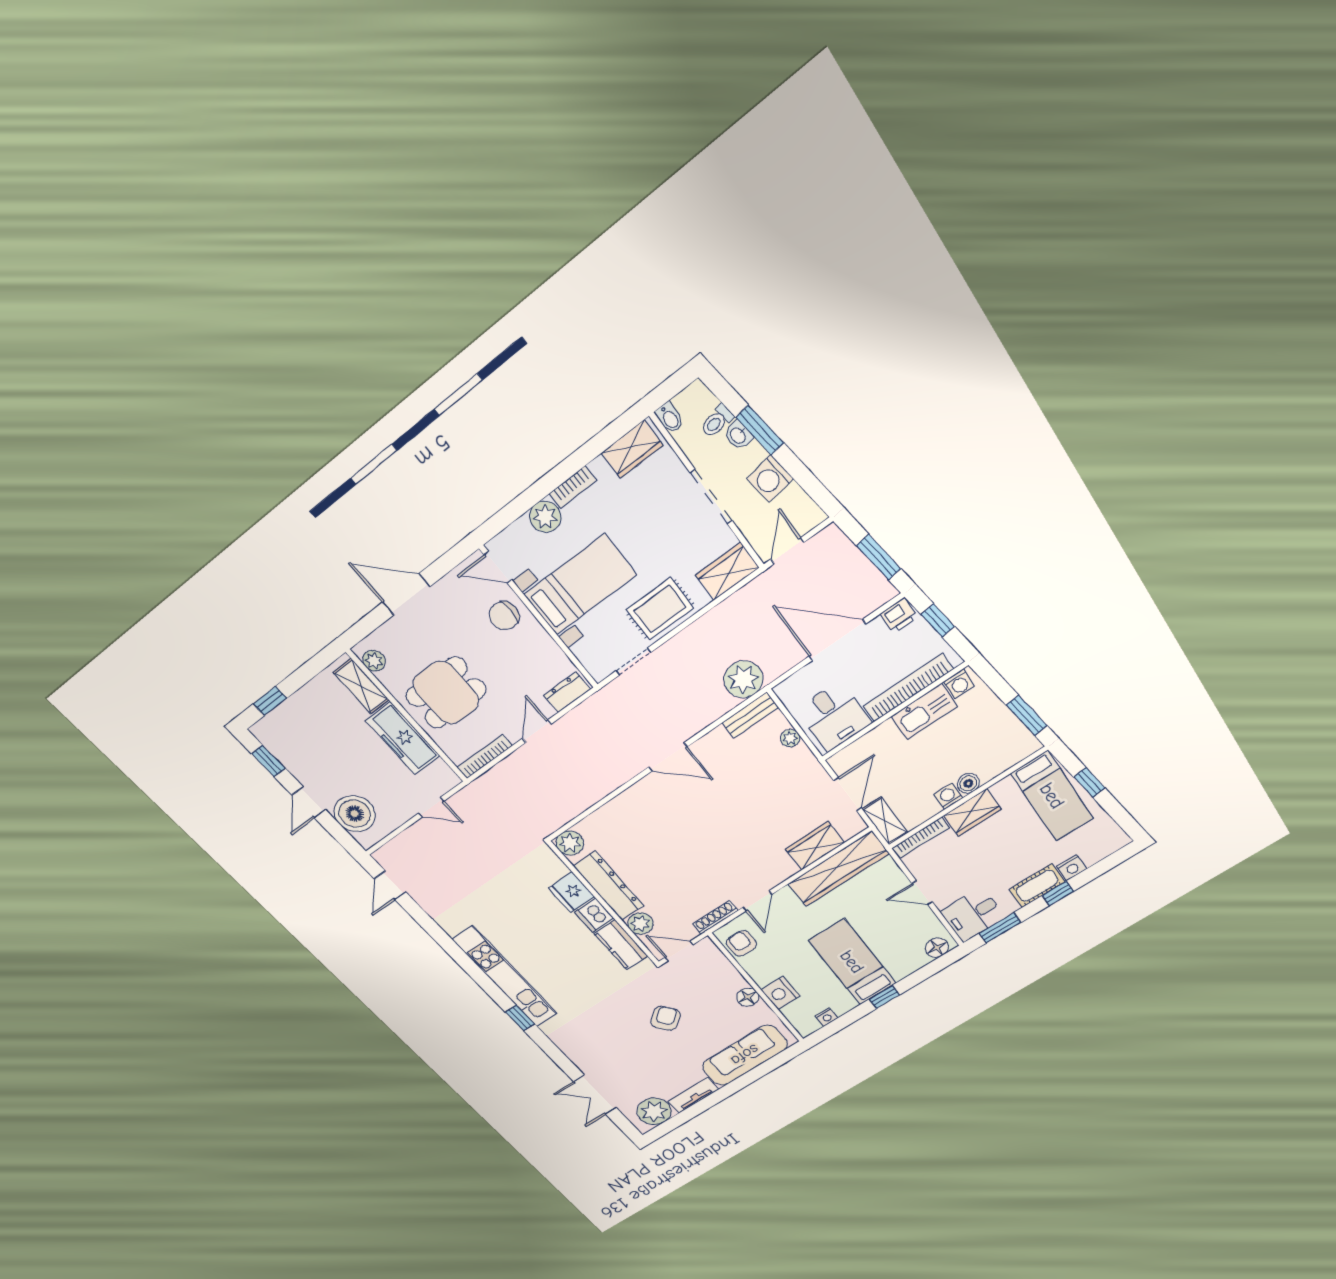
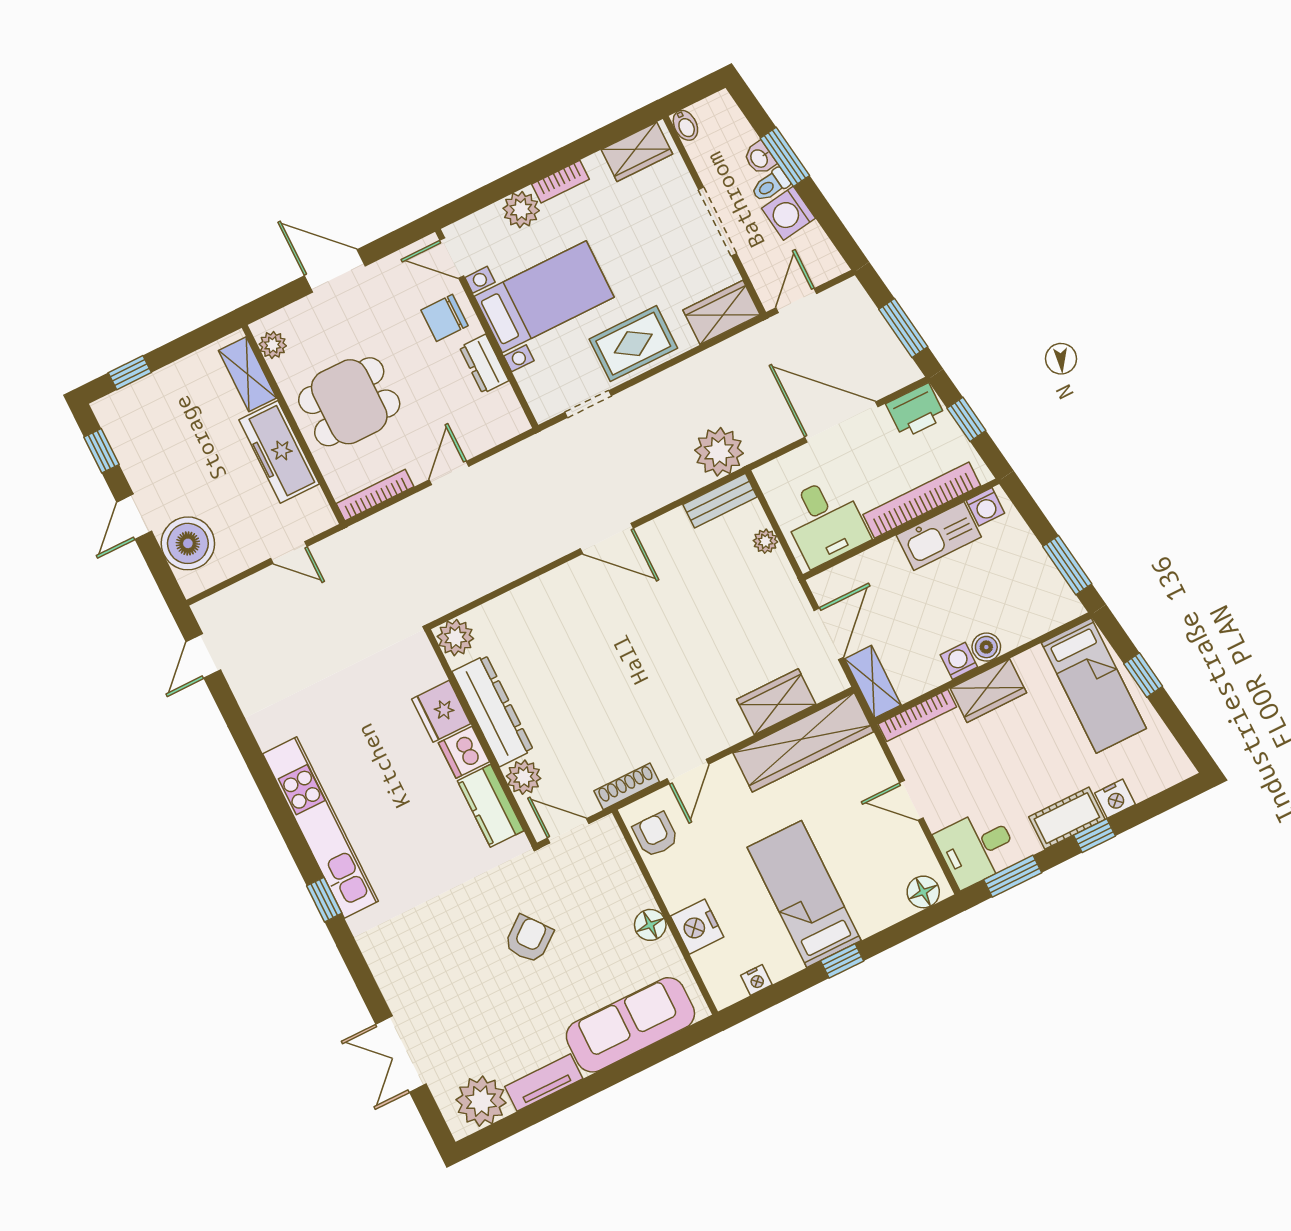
toilet: (717, 421) -> (771, 185), moved
printer: (899, 616) -> (916, 411), width x1.36, depth x1.24
dresser: (567, 692) -> (484, 364), moved, turned -90

